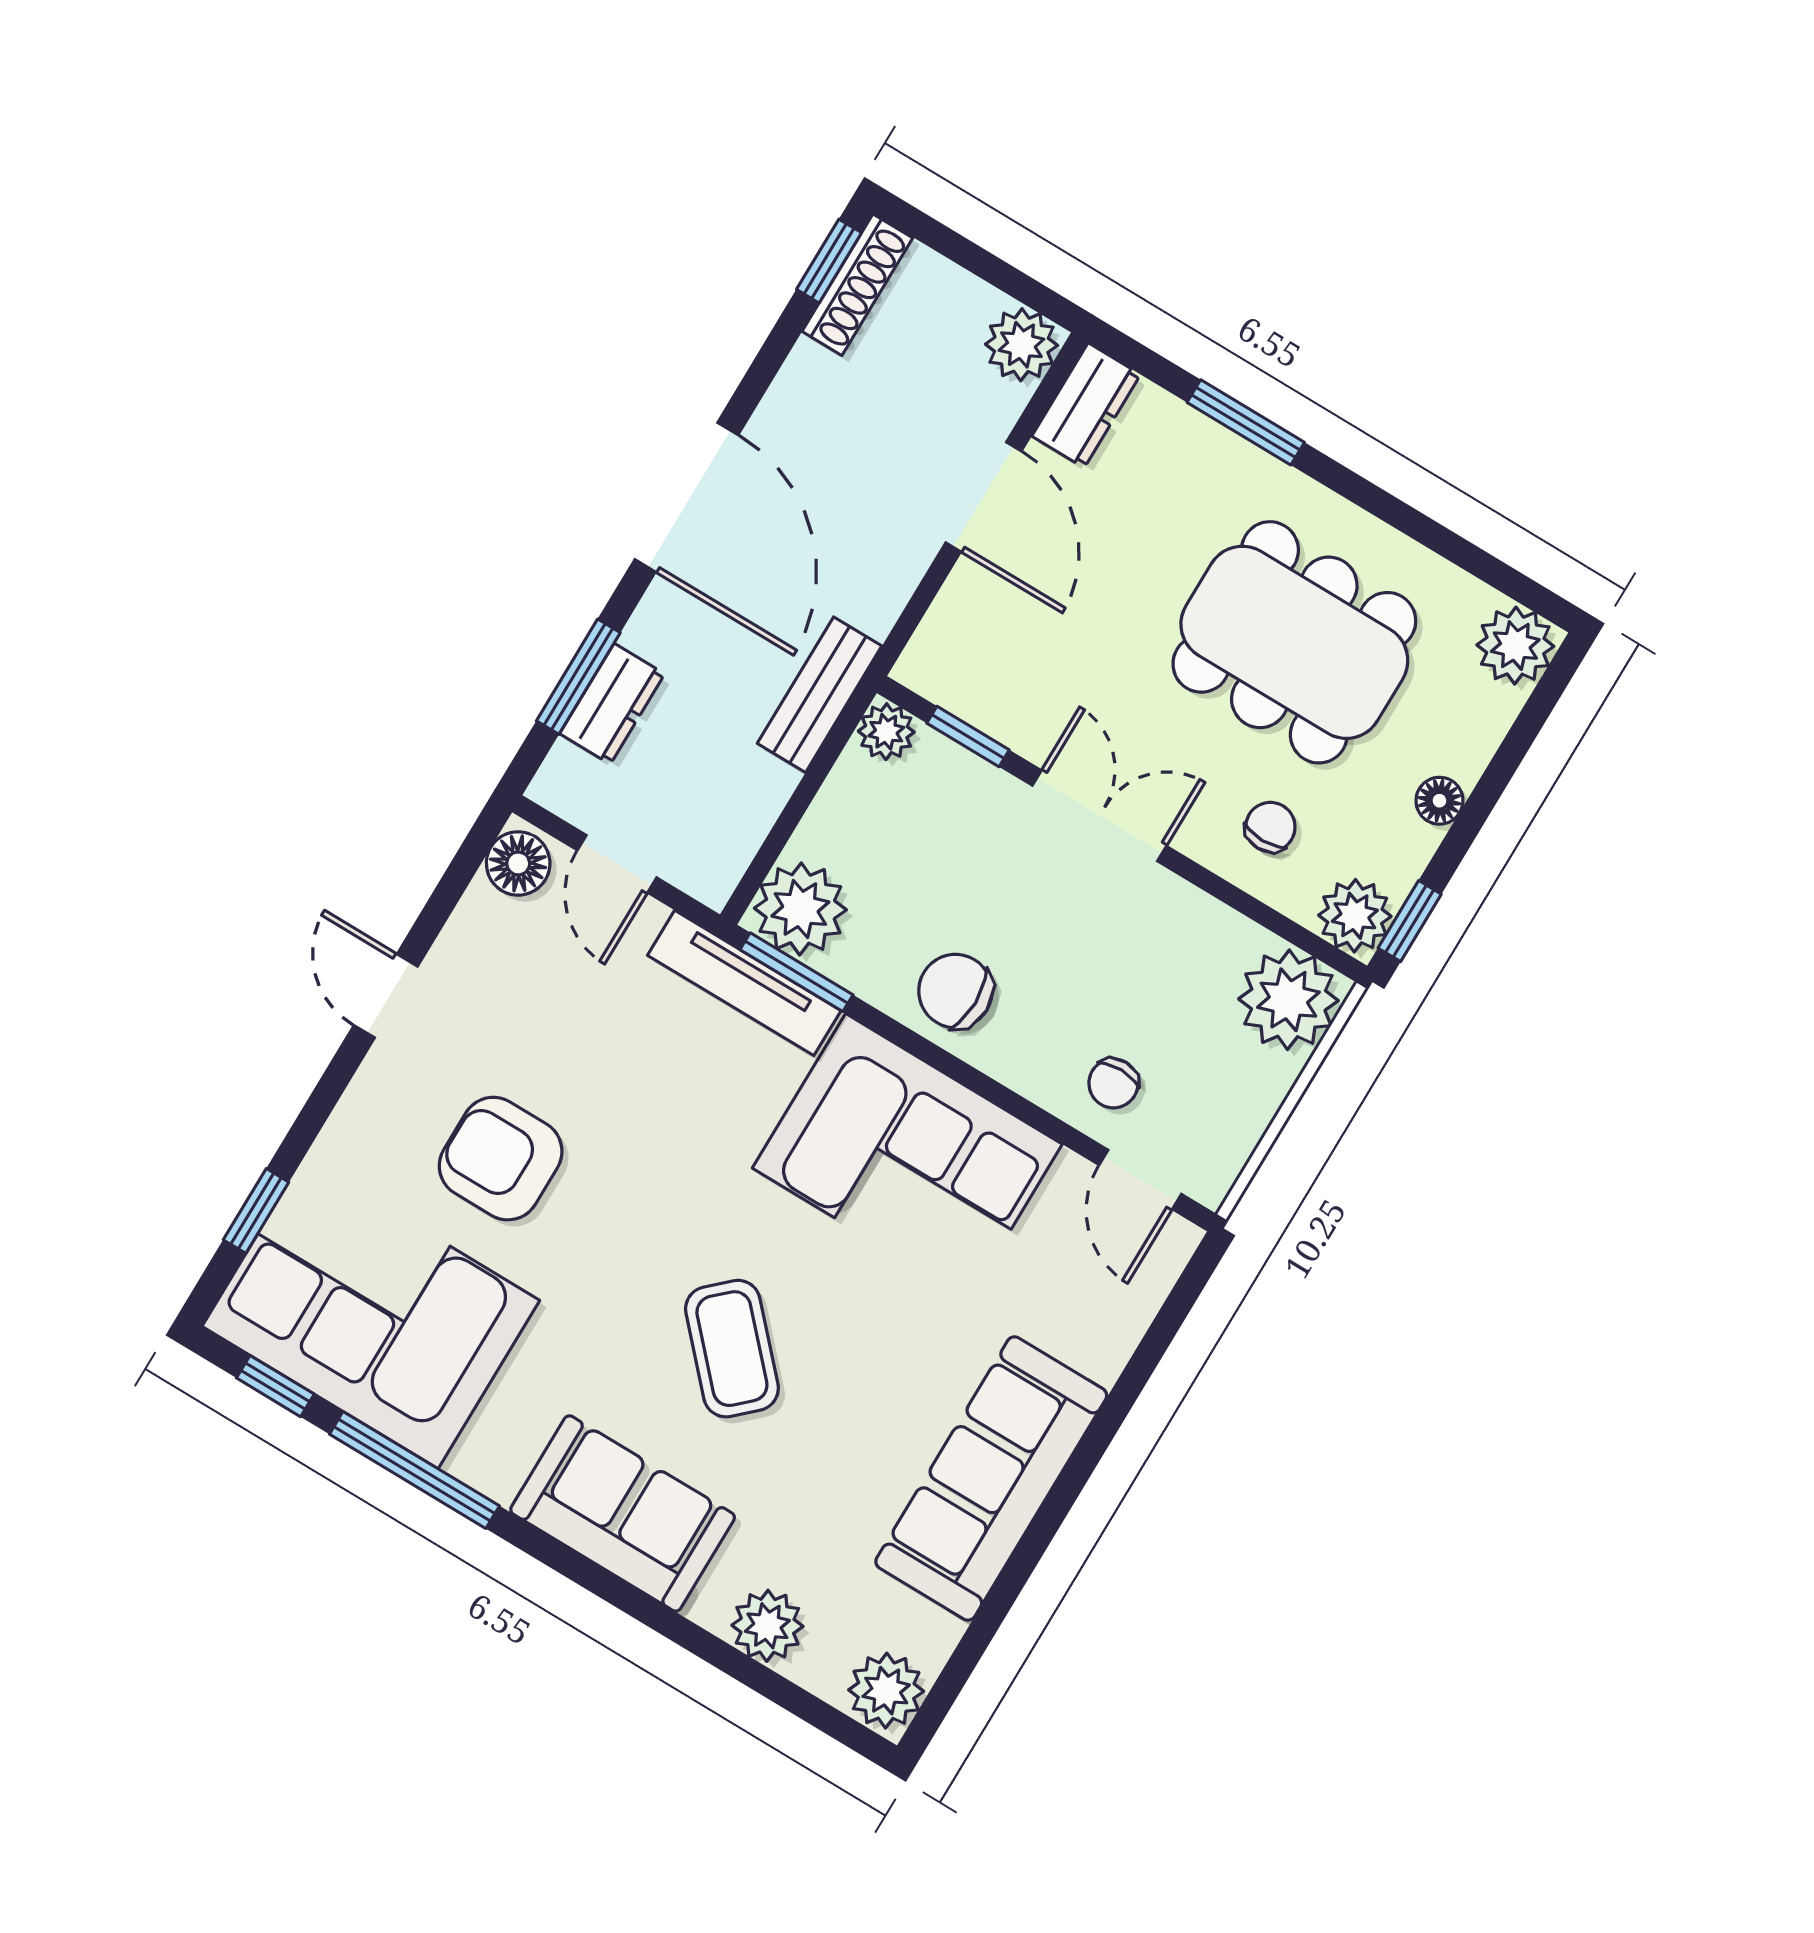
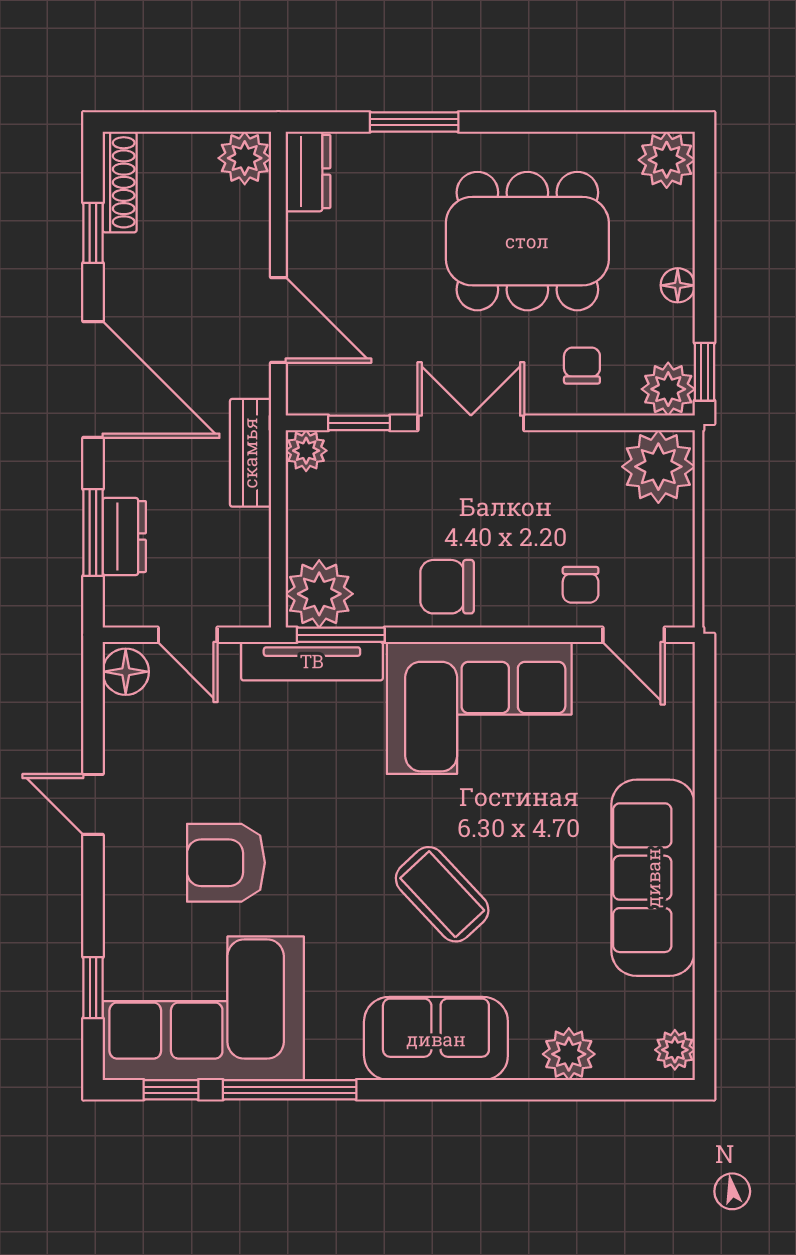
window: (829, 261) -> (93, 233), moved
door: (984, 497) -> (278, 320), moved
plant: (886, 1691) -> (675, 1050), width x0.73, depth x0.73

